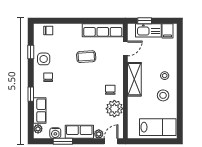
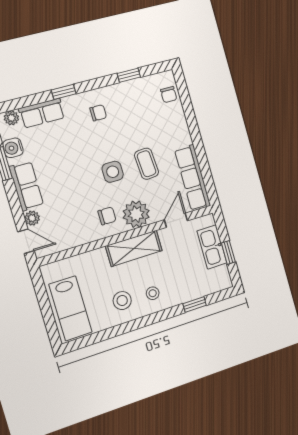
window: (145, 21) -> (228, 252), moved
filing cabinet: (167, 31) -> (219, 276), removed
door: (125, 48) -> (176, 220), swing flipped
window: (180, 52) -> (195, 304), added
side table: (44, 59) -> (113, 172), moved
plant: (114, 109) -> (136, 214), moved

